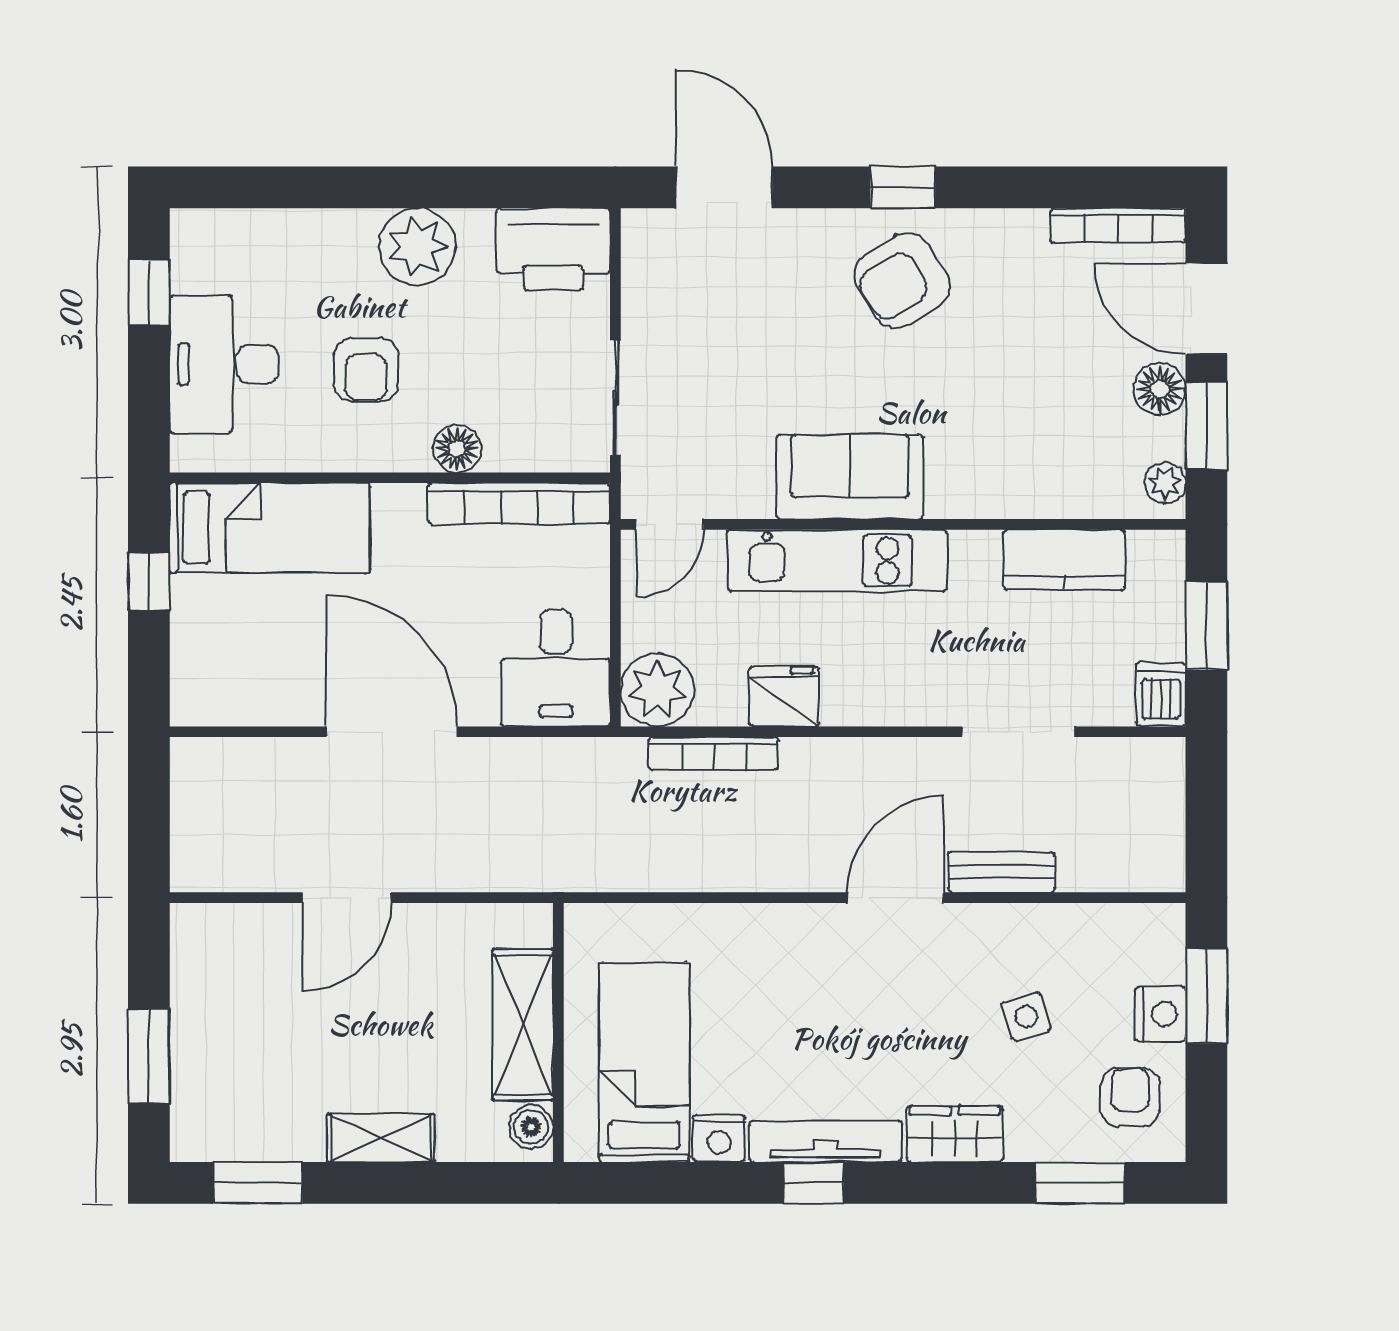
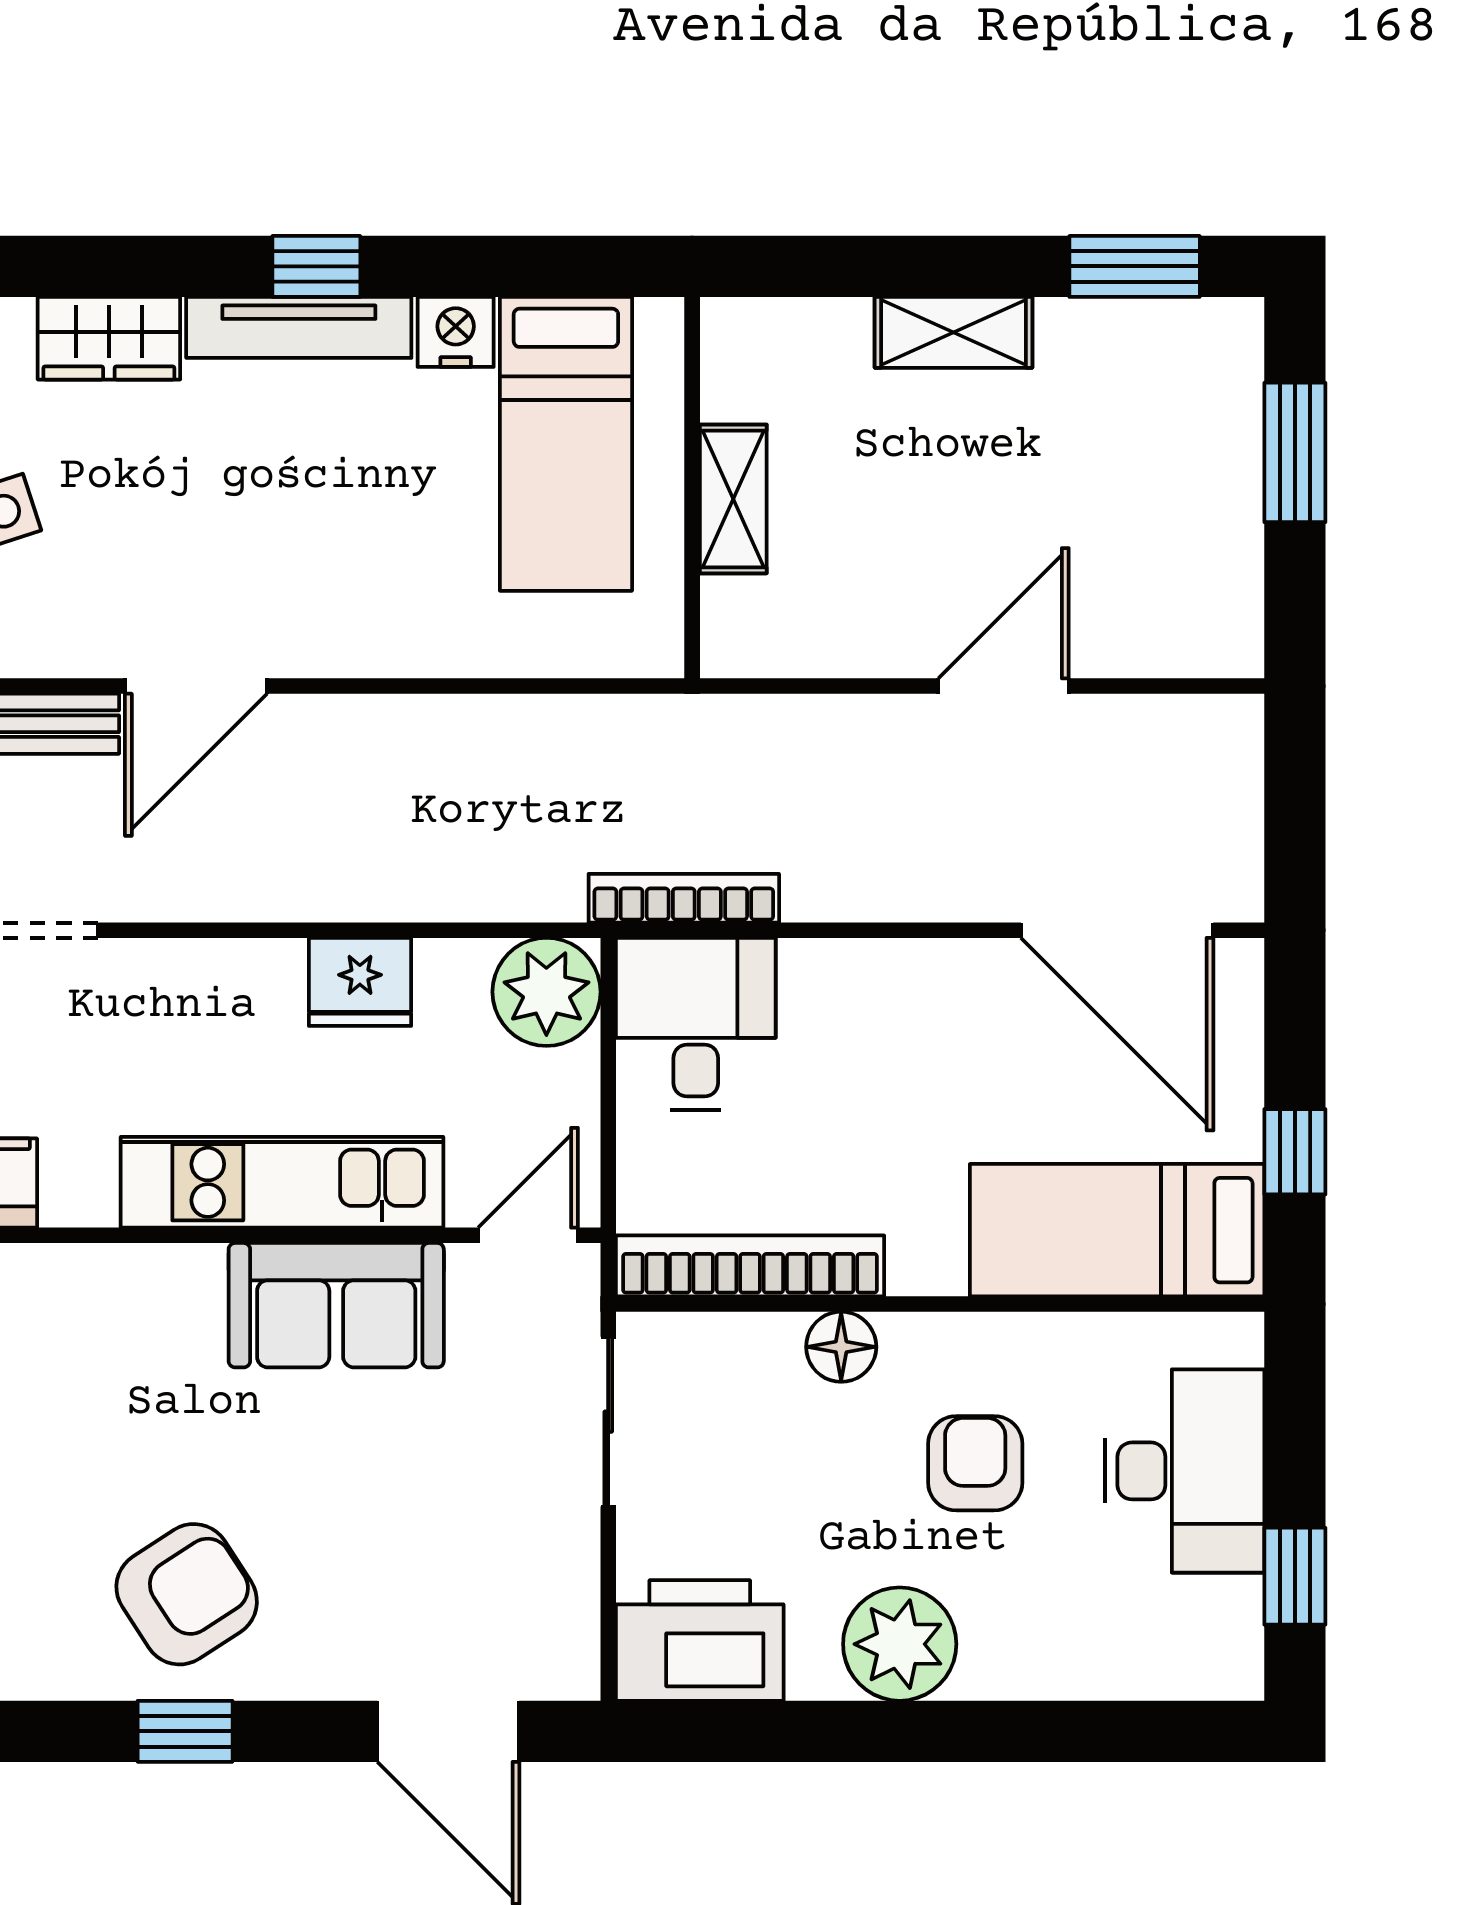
sofa: (850, 477) -> (336, 1305), moved
door: (392, 732) -> (1117, 930), moved
bookcase: (714, 754) -> (684, 898), moved
shelving: (523, 1025) -> (733, 499), width x0.67, depth x0.75
boiler: (531, 1127) -> (732, 349), removed

